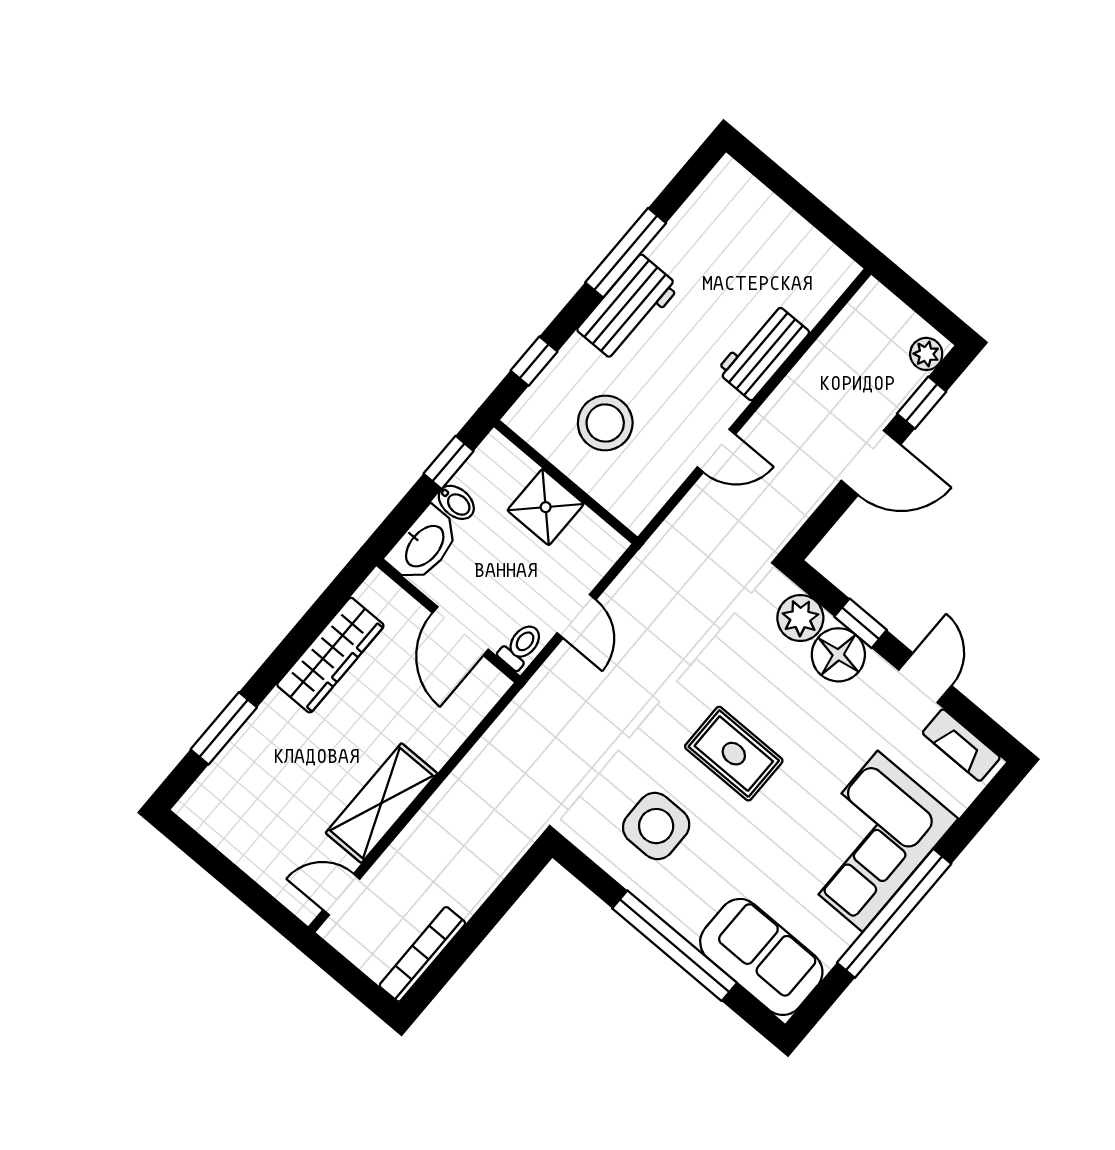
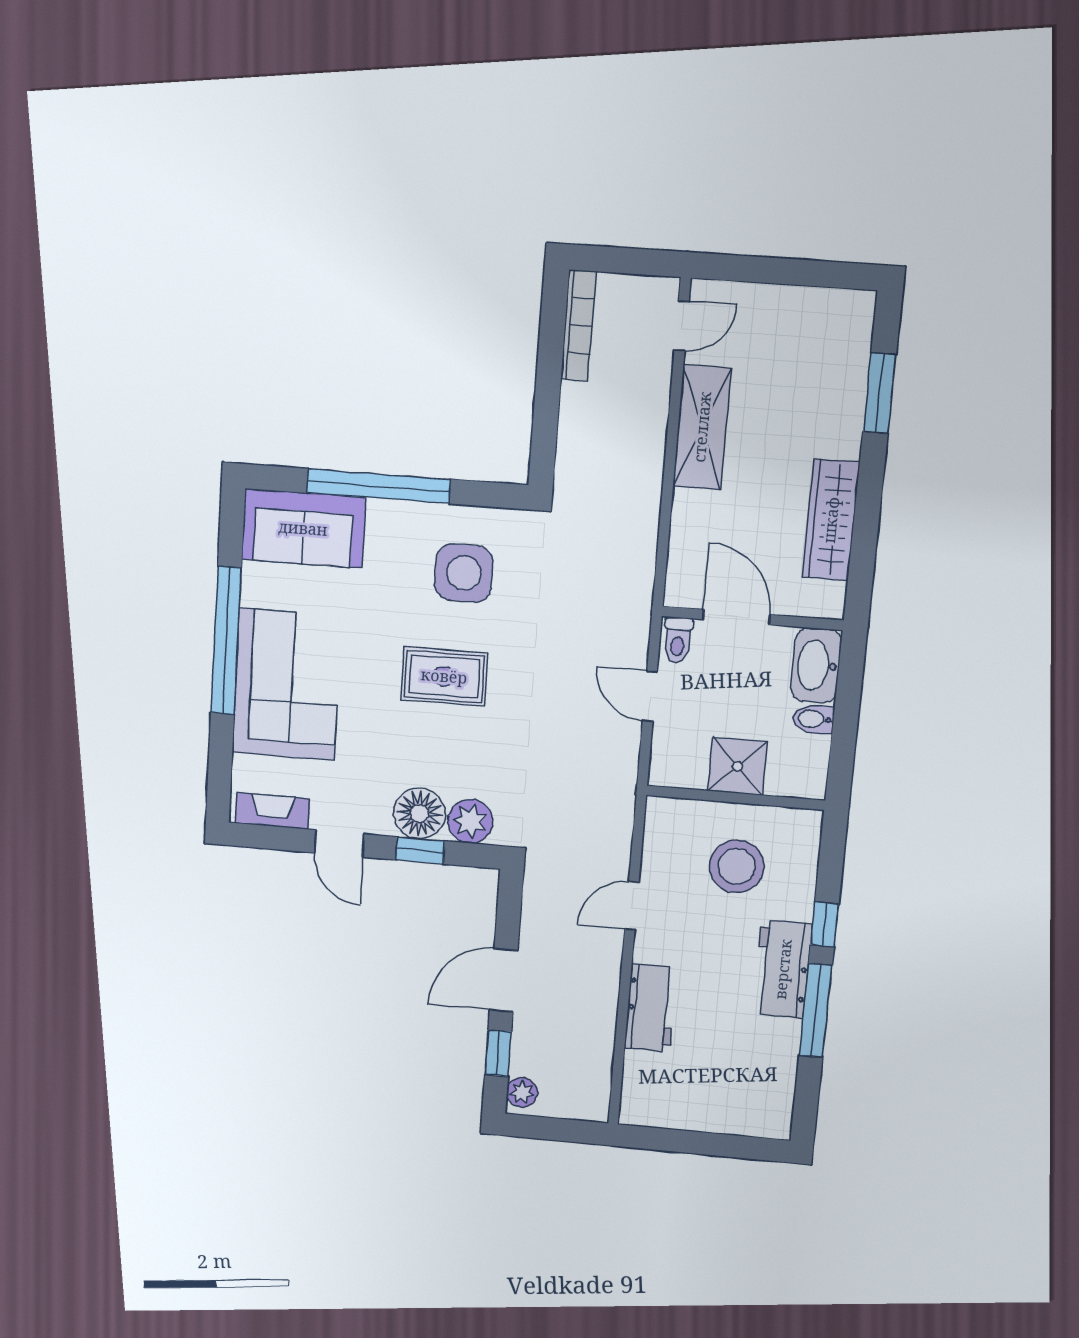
window: (534, 361) -> (824, 924), moved
window: (449, 462) -> (843, 747), removed

